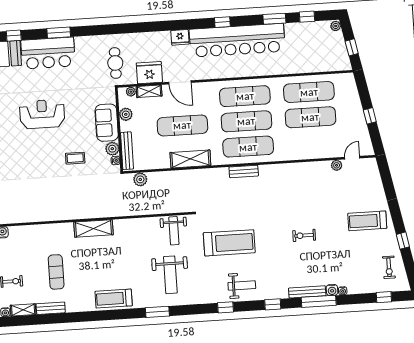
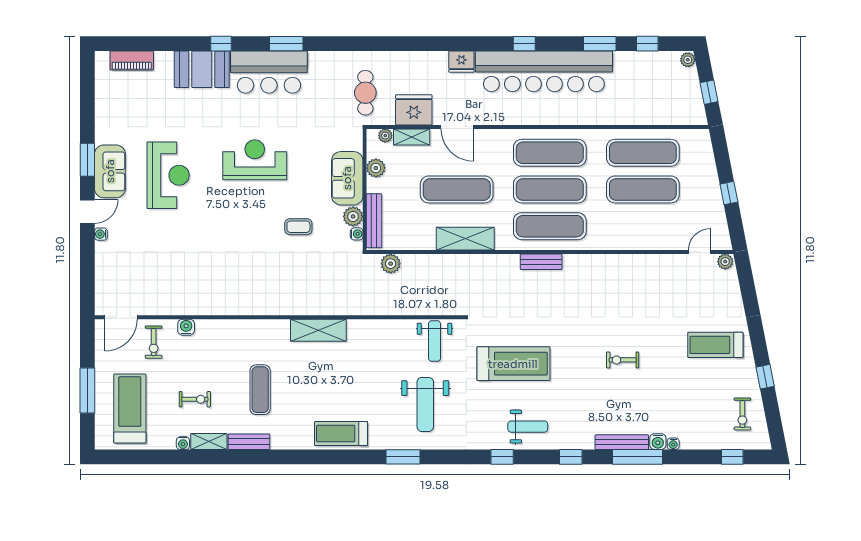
plant: (337, 165) -> (725, 262), moved

